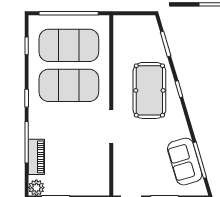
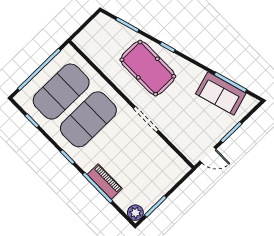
piano: (36, 157) -> (105, 181), moved

